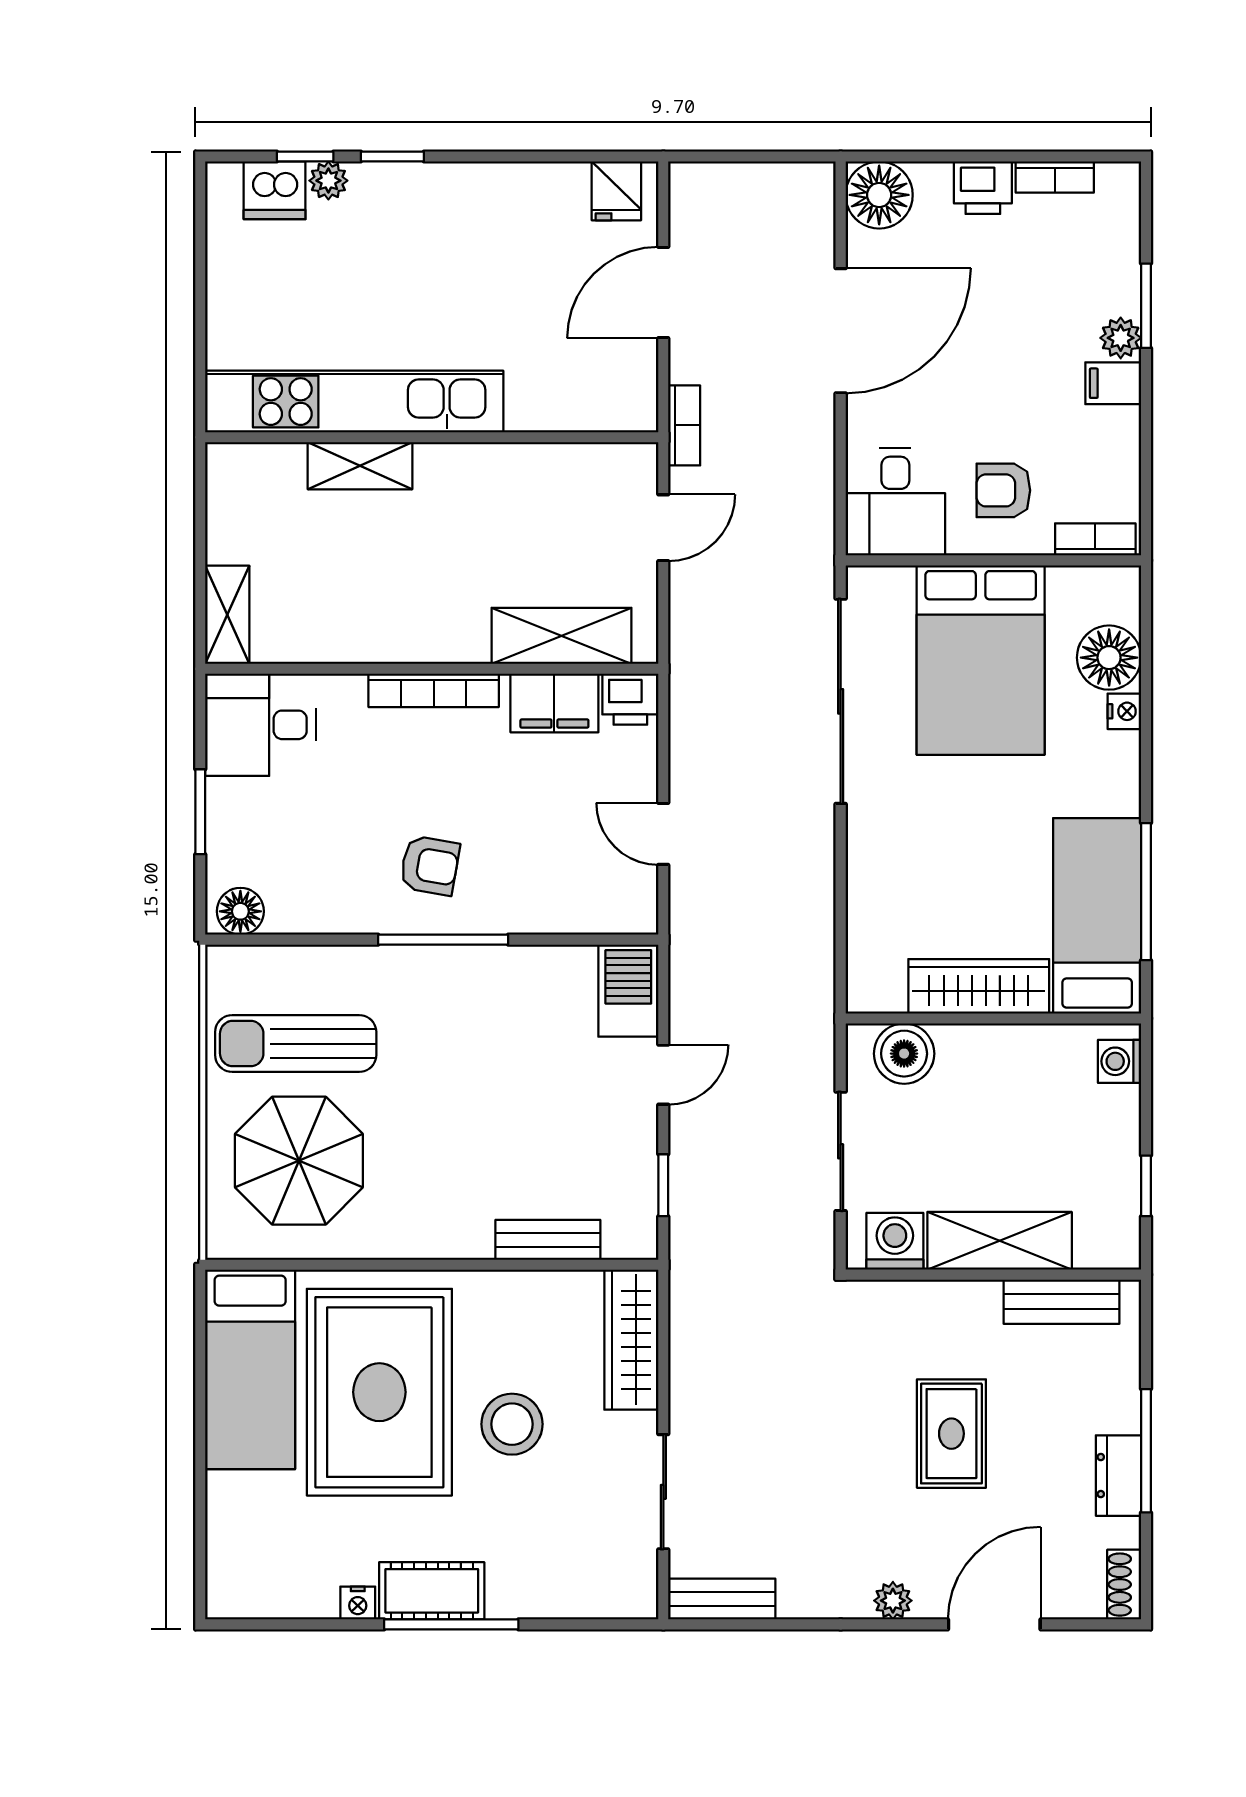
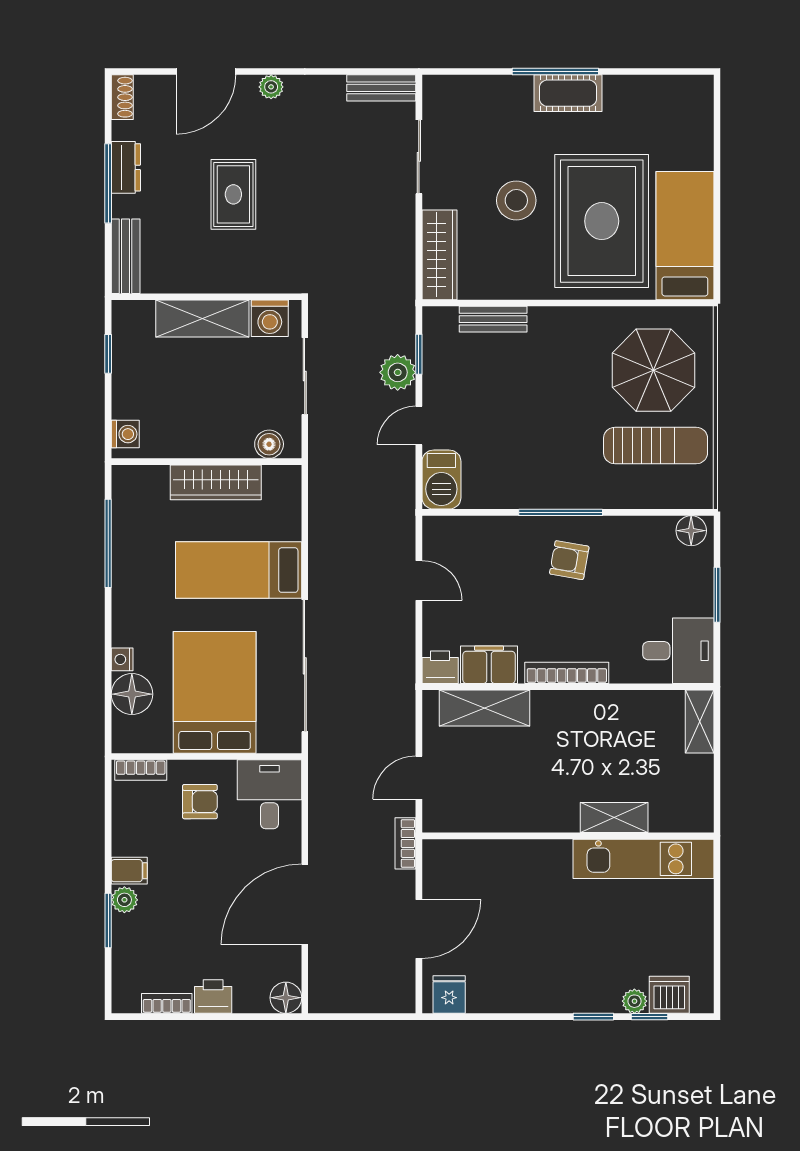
floor lamp: (879, 195) -> (286, 998), width x0.73, depth x0.73
kitchen unit: (354, 402) -> (643, 859), width x0.73
bed: (1097, 916) -> (239, 570), moved, turned 90
boiler: (904, 1054) -> (269, 444), width x0.73, depth x0.73
plant: (696, 1157) -> (398, 372), added
bench: (1062, 1302) -> (126, 256), moved, turned 90
nightstand: (358, 1603) -> (616, 85), removed

